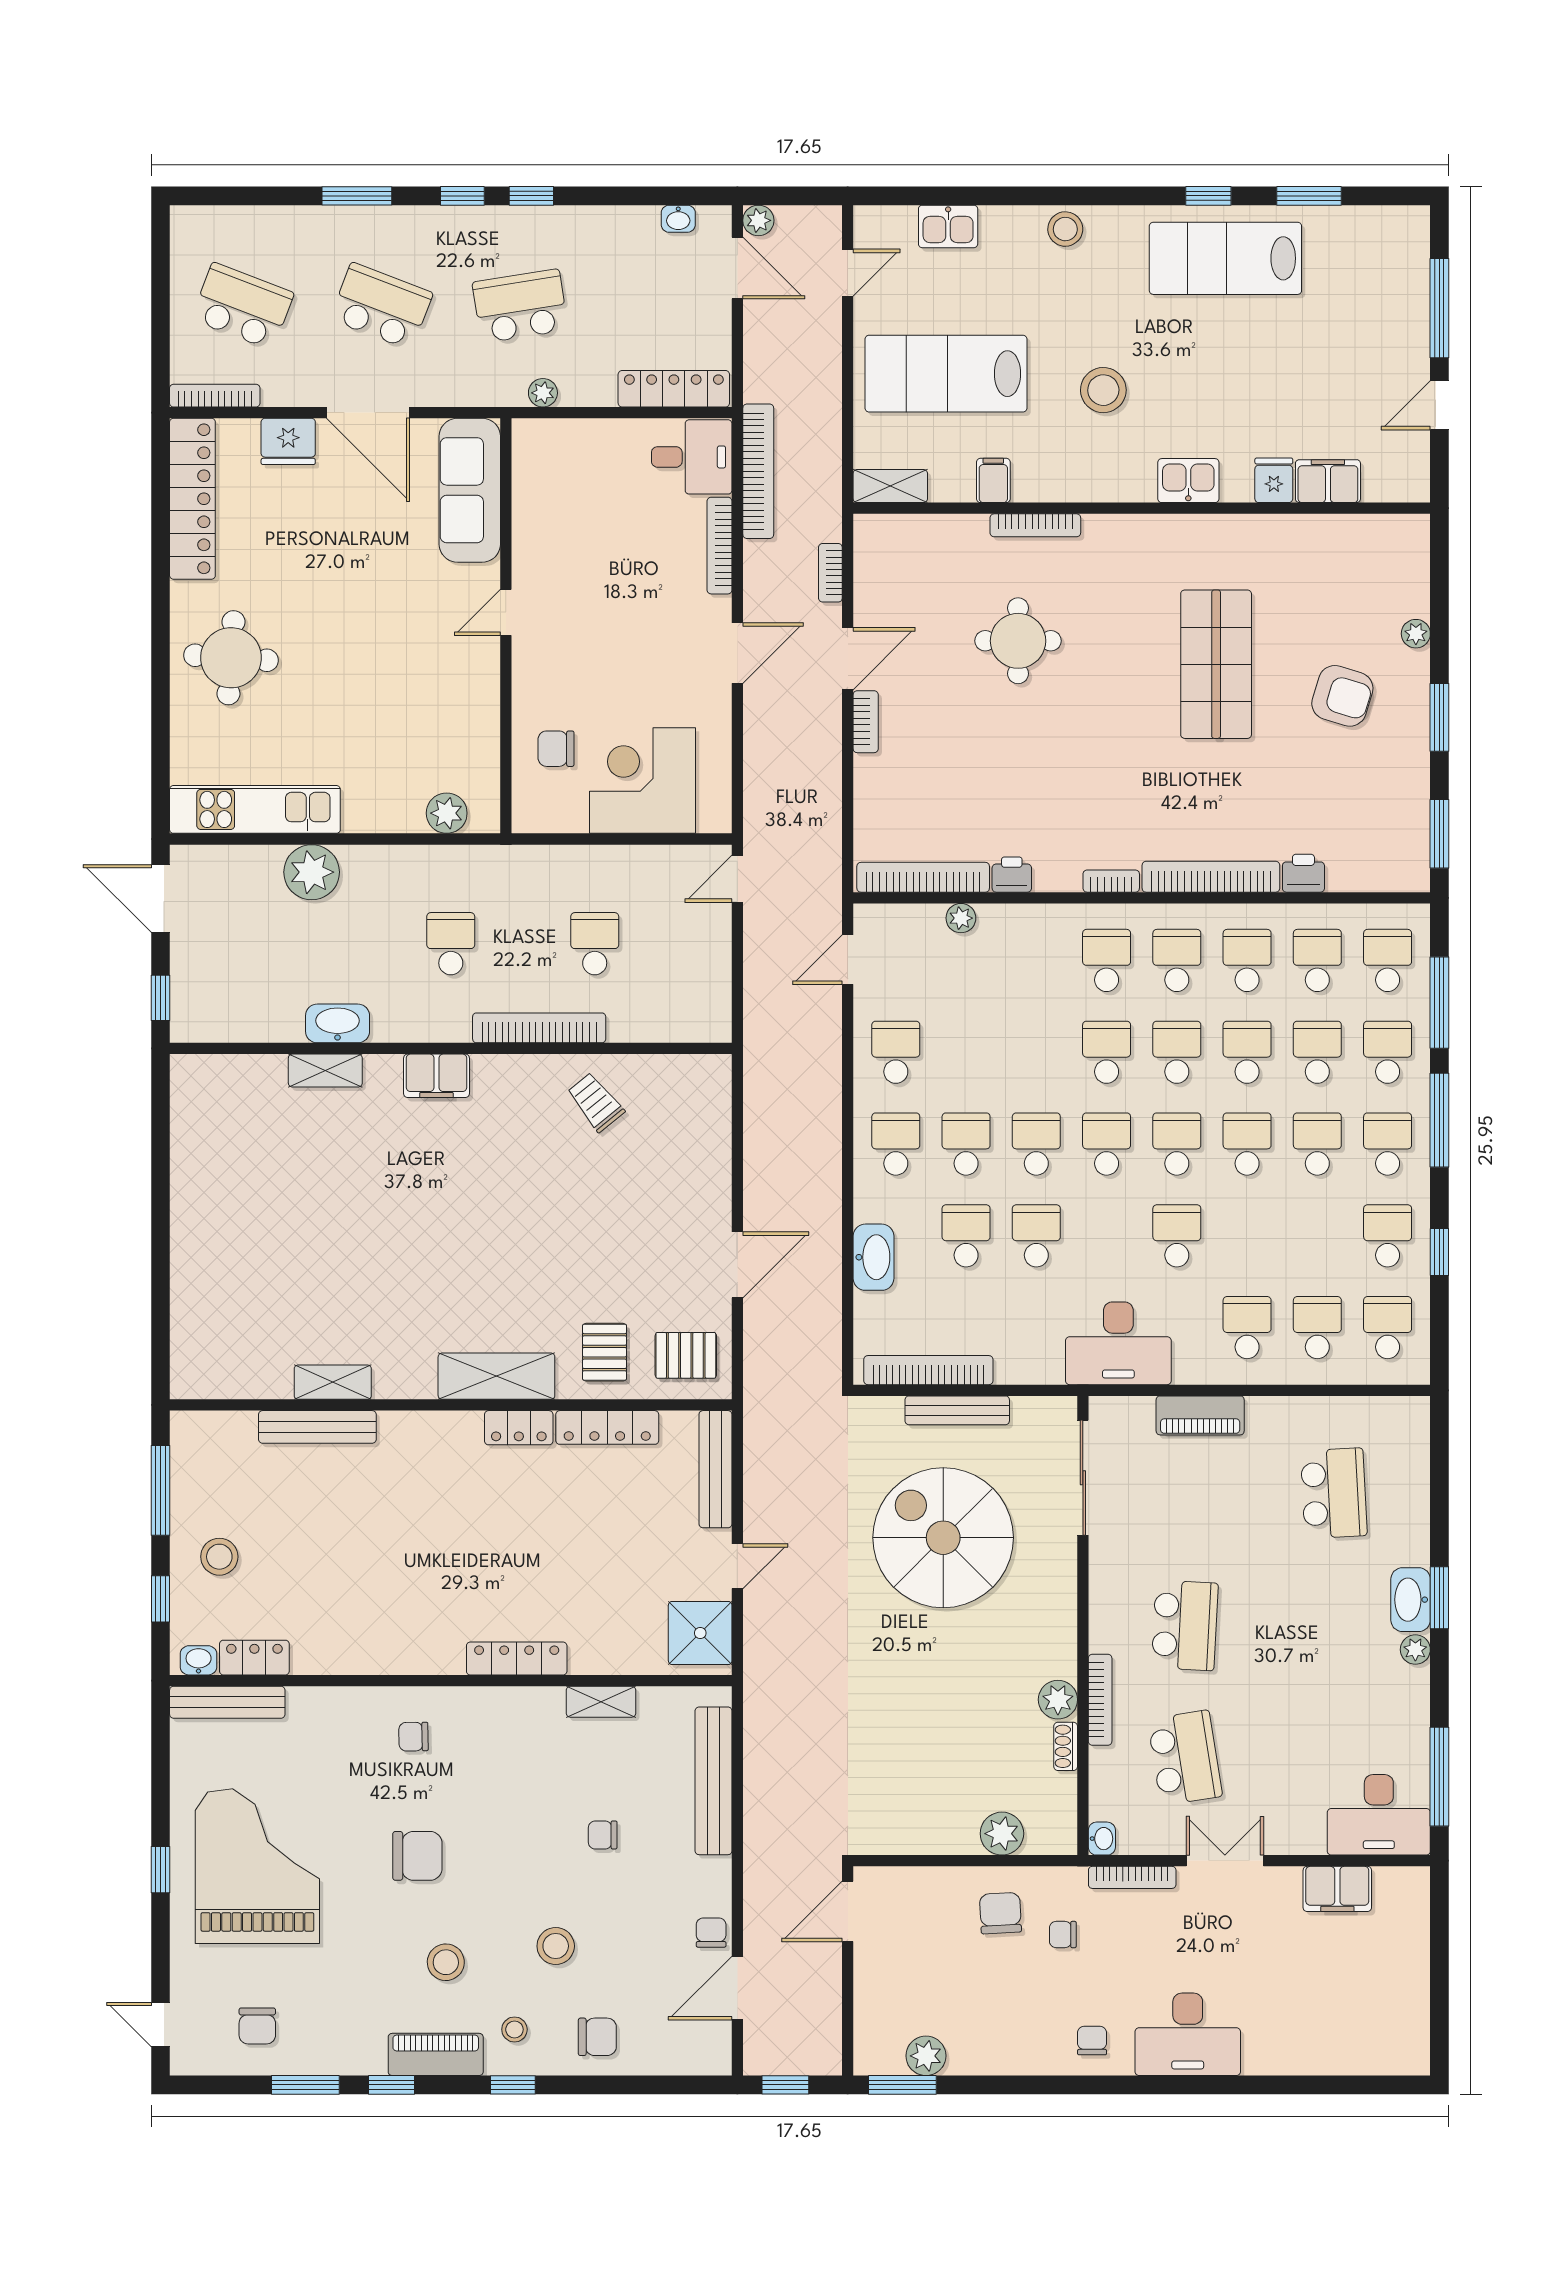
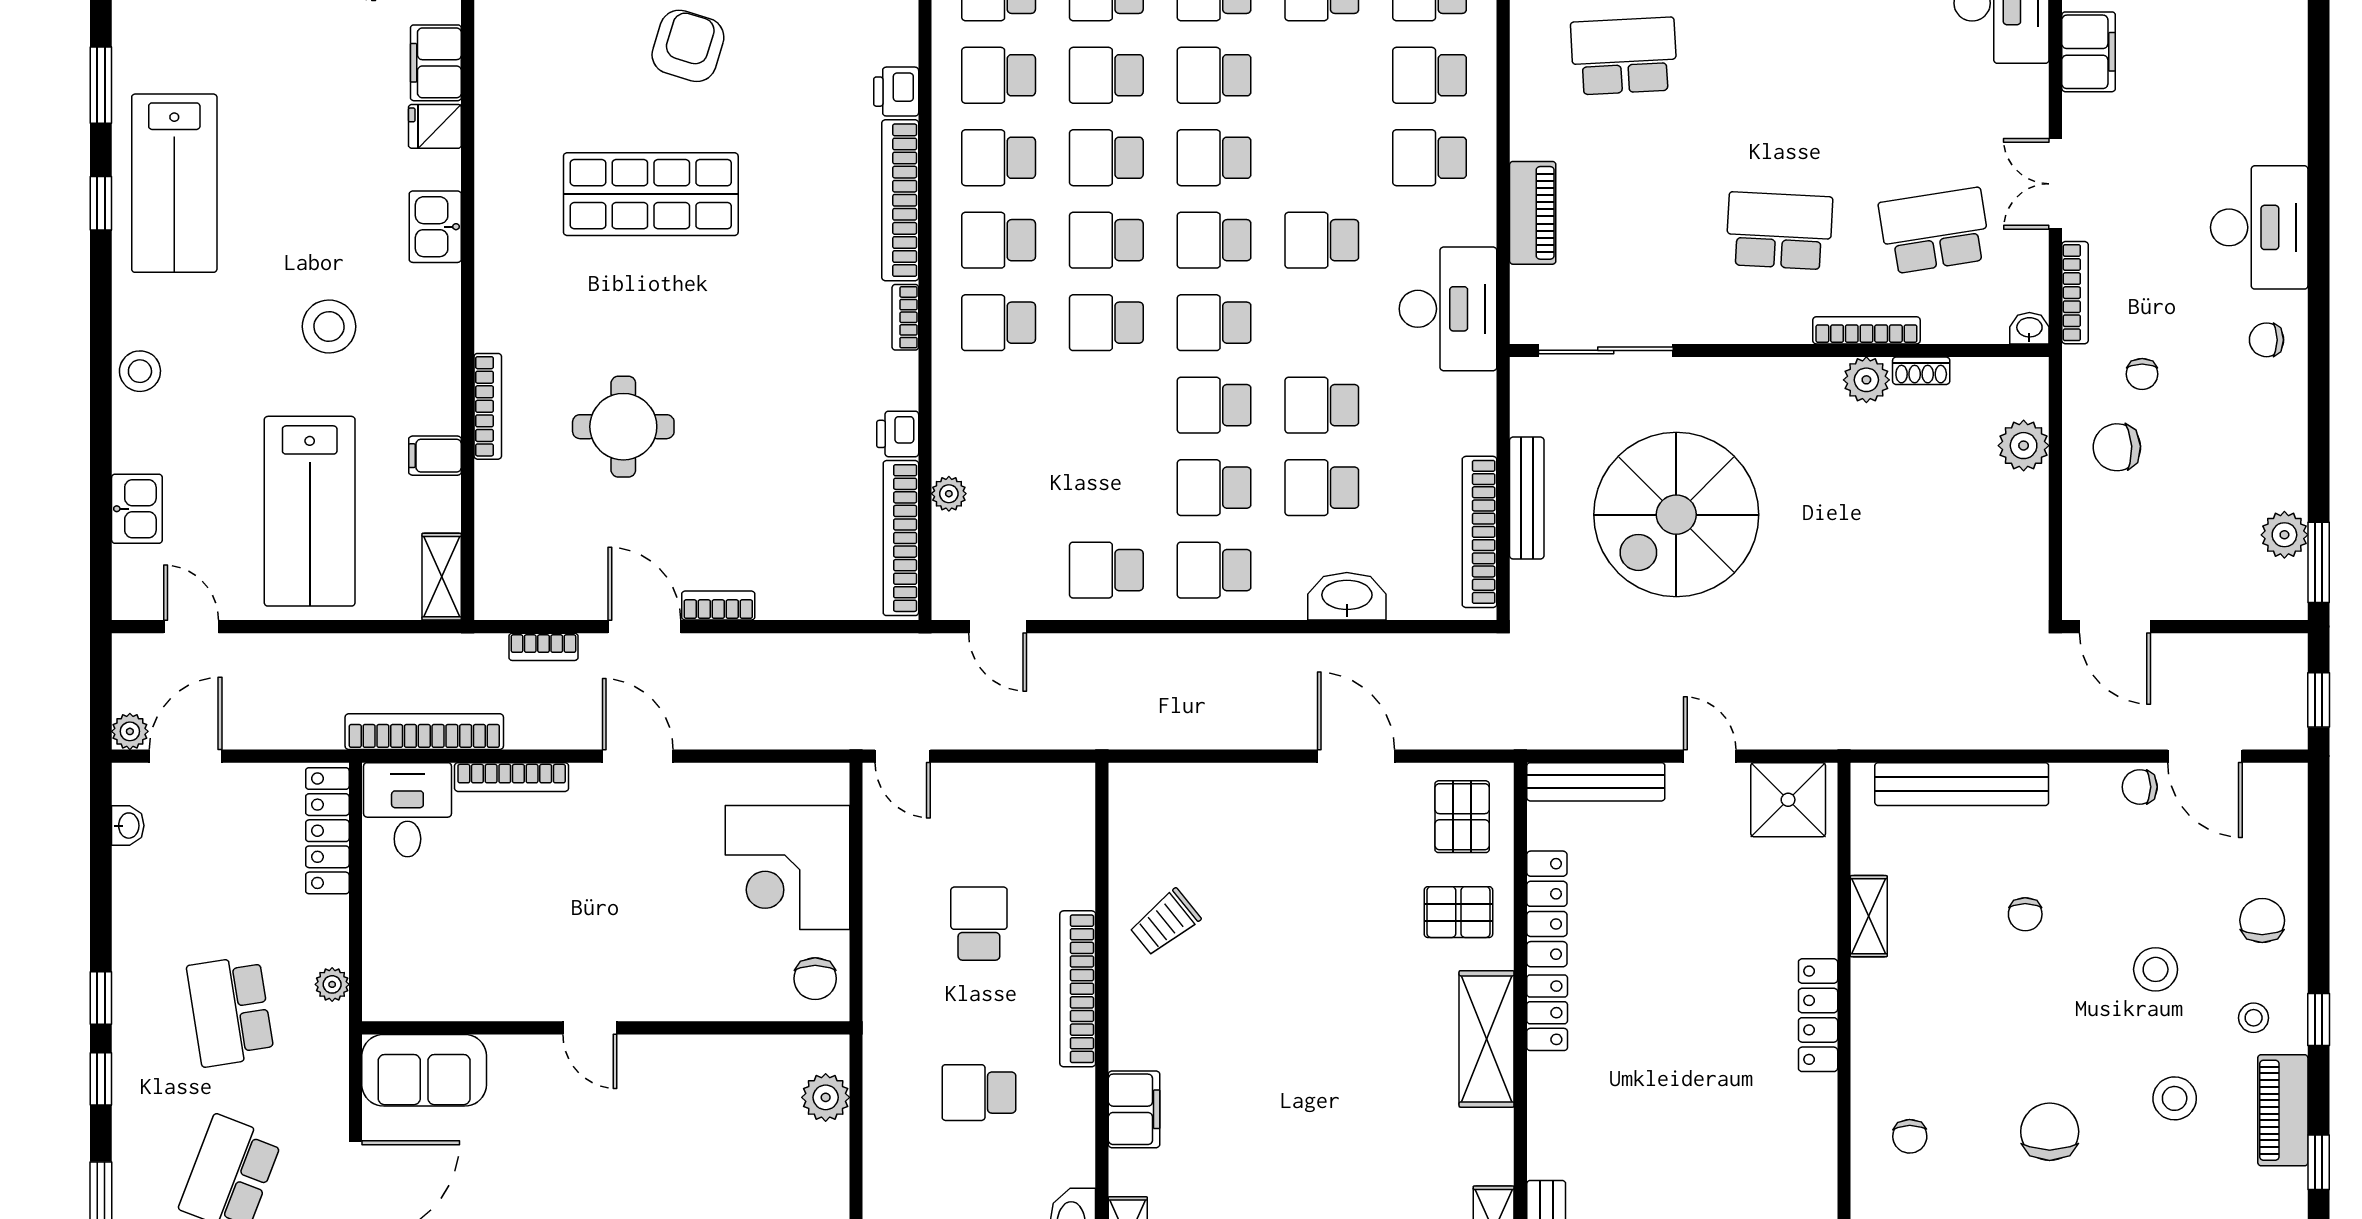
sofa: (470, 490) -> (424, 1070), width x0.73
chair: (556, 749) -> (815, 979), moved
school desk: (595, 944) -> (979, 924), turned 90

